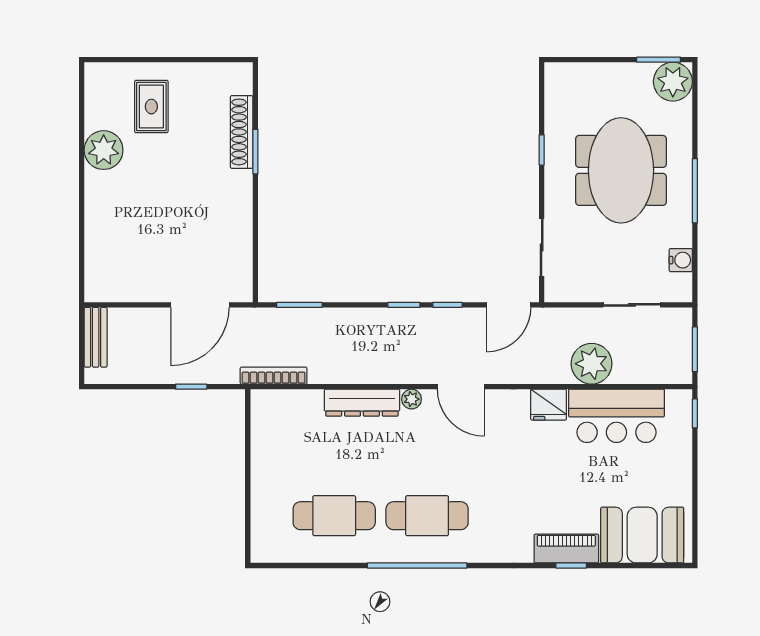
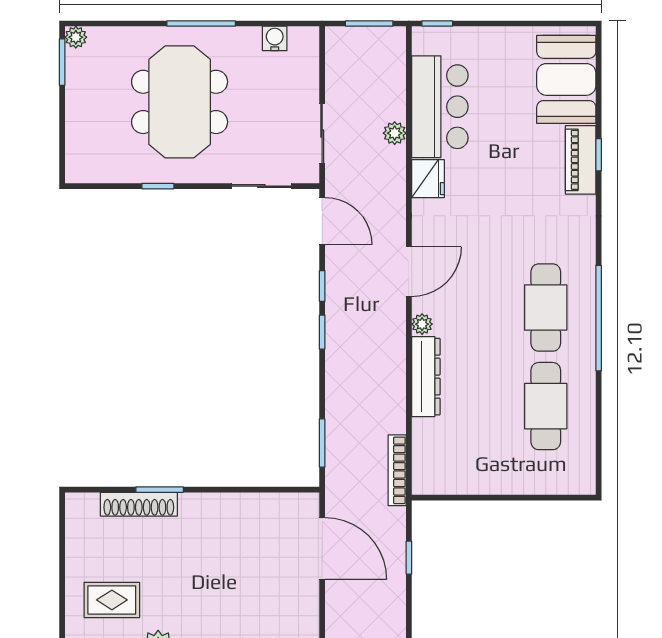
plant: (673, 82) -> (76, 37), width x0.53, depth x0.53
meeting table: (621, 170) -> (180, 102), turned 90
sliding door: (632, 305) -> (322, 134), moved
plant: (592, 364) -> (395, 133), width x0.53, depth x0.53

